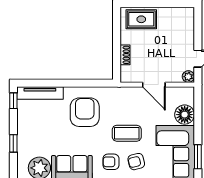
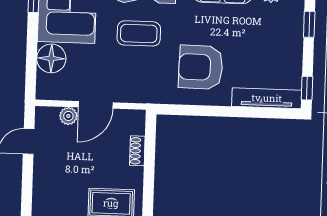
plant: (188, 77) -> (68, 116), moved
door: (154, 85) -> (96, 105), swing flipped
armchair: (85, 112) -> (201, 67), turned 91

